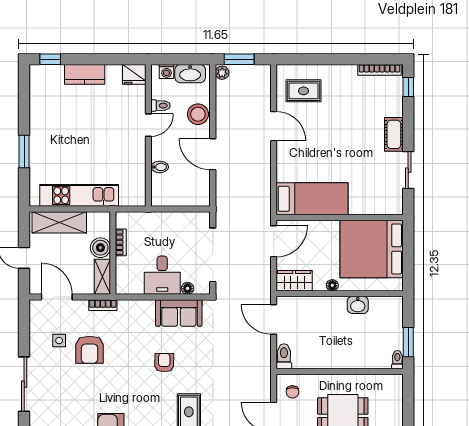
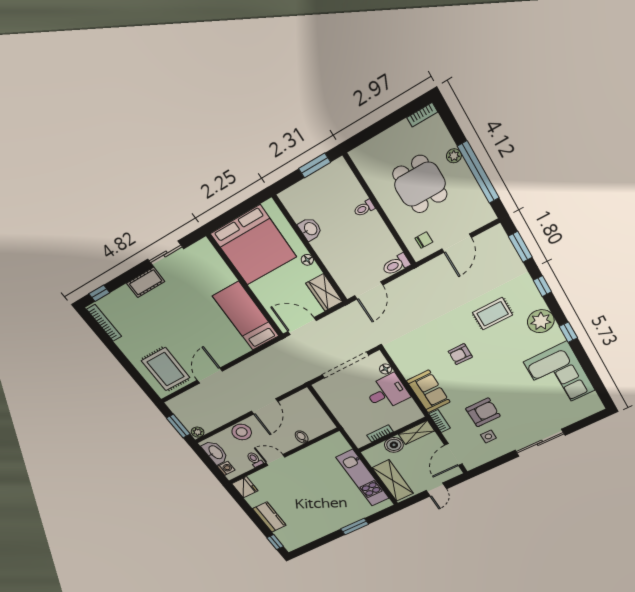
rug: (304, 91) -> (166, 369), width x1.36, depth x1.43
sofa: (179, 313) -> (428, 391), moved
toilet: (397, 360) -> (364, 208), moved

